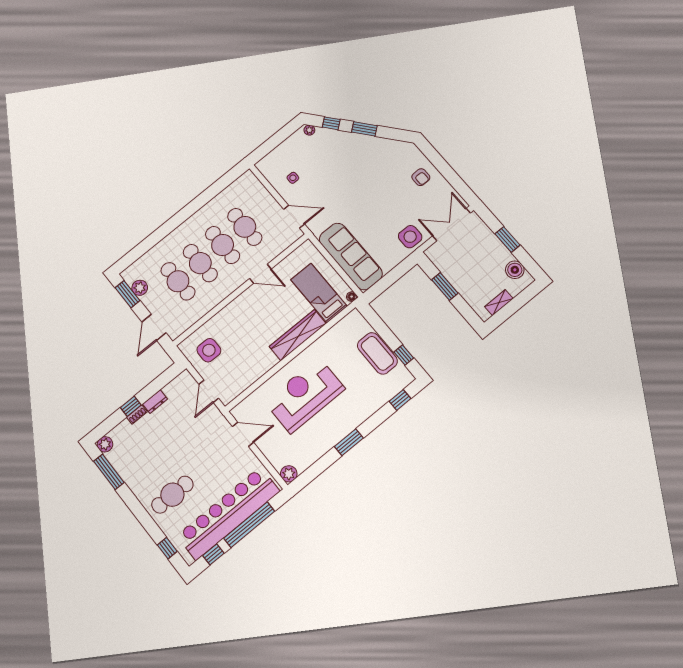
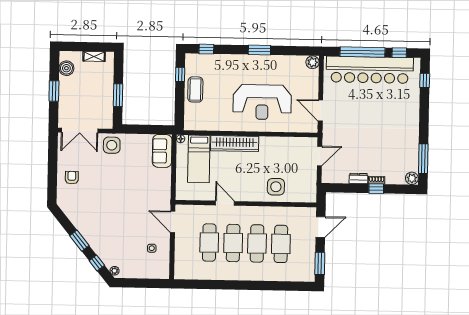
sofa: (351, 256) -> (162, 151), width x0.54, depth x0.79
plant: (140, 288) -> (309, 261), removed
side table: (209, 350) -> (276, 187), moved
coffee table: (377, 353) -> (195, 89), width x0.73, depth x0.76
cafe table: (172, 495) -> (395, 111), removed

